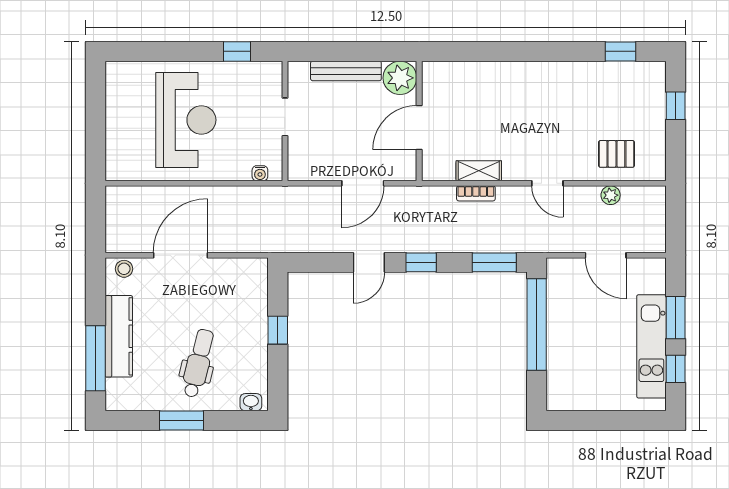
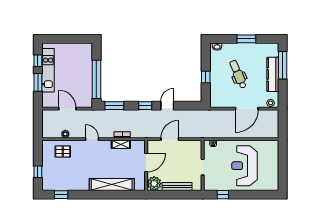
shelving: (501, 75) -> (112, 185), added
dental chair: (198, 363) -> (238, 74), moved, turned 143

